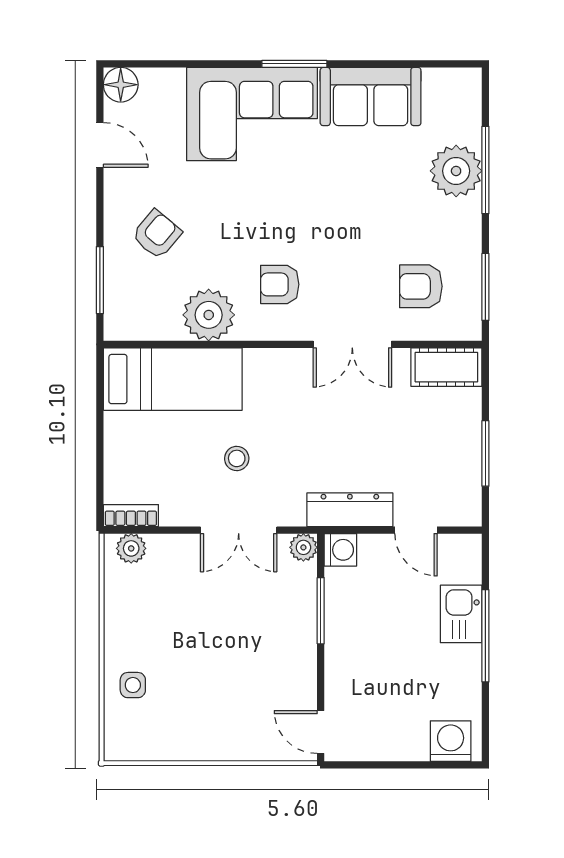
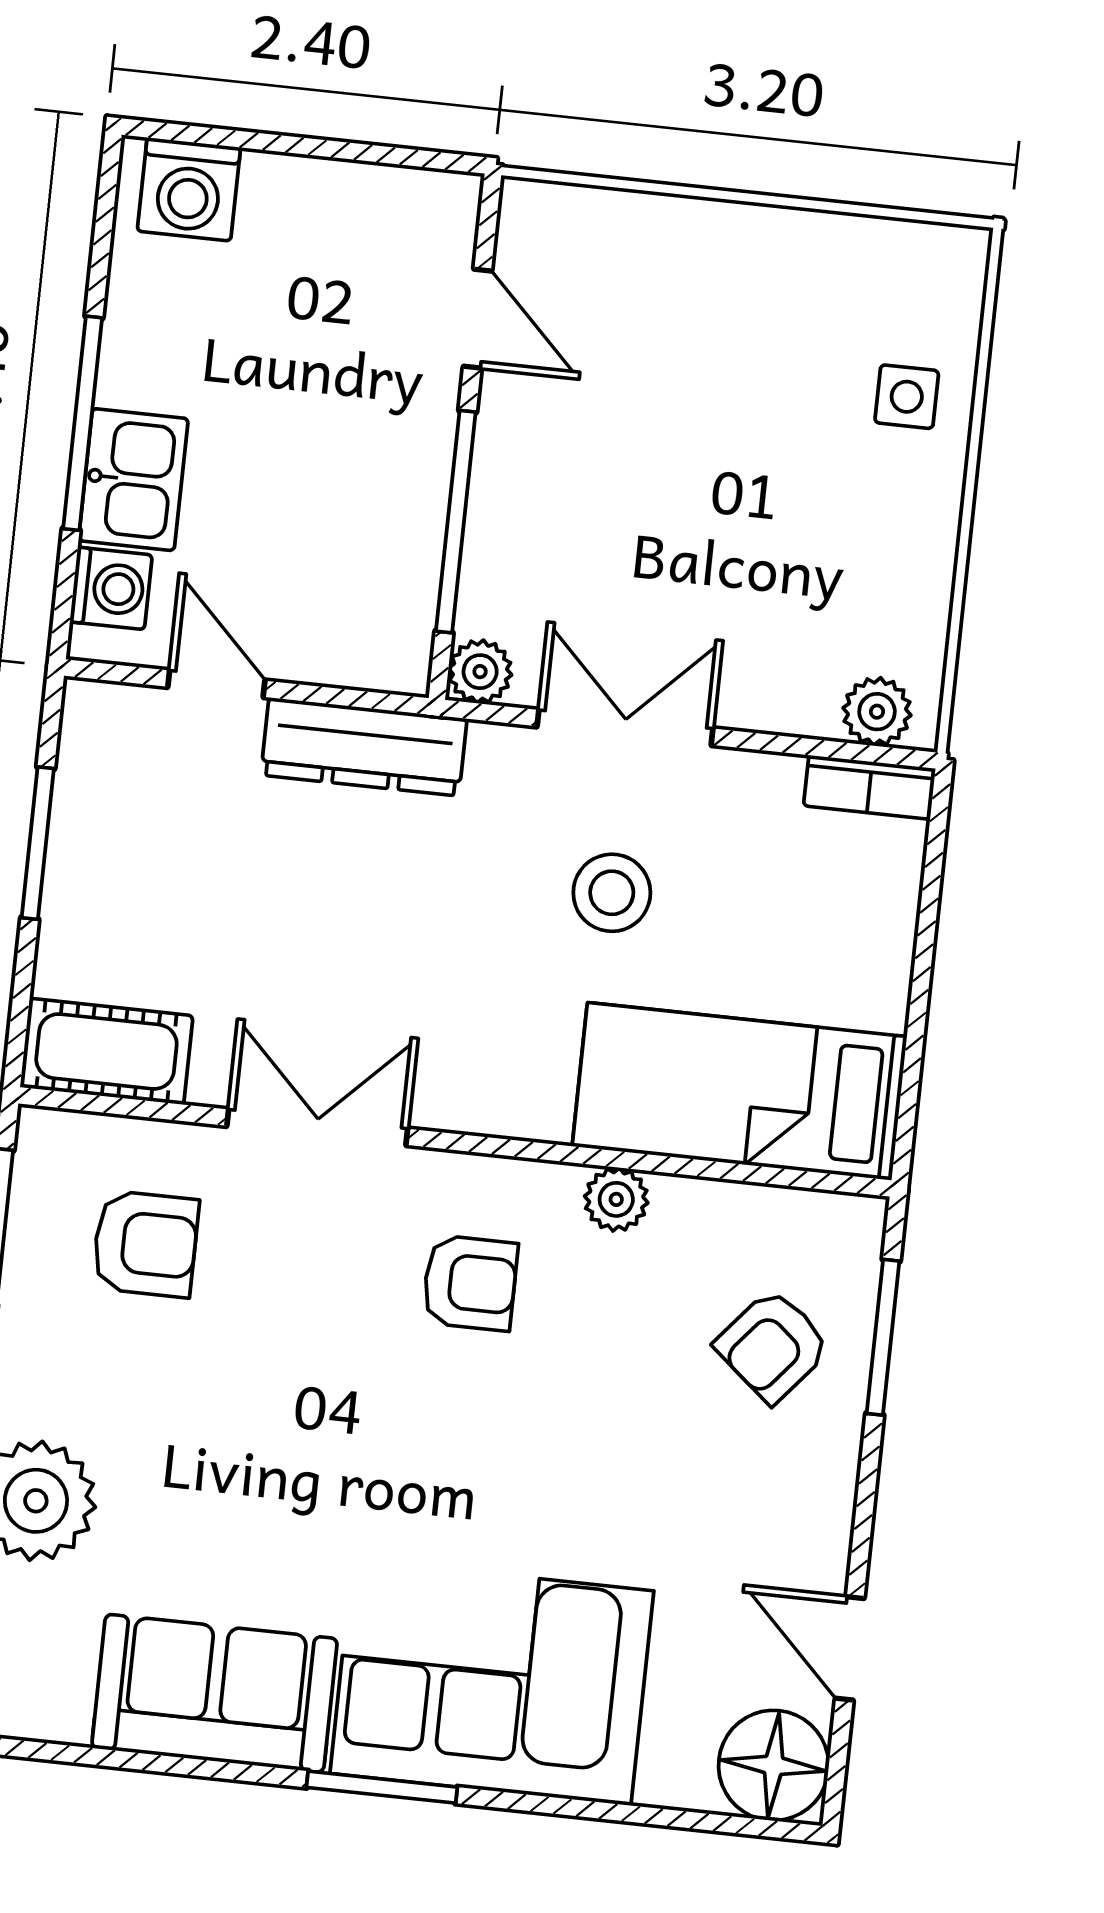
floor lamp: (121, 85) -> (774, 1765), width x1.38, depth x1.38
armchair: (157, 234) -> (773, 1346), moved
plant: (209, 315) -> (616, 1199), width x0.53, depth x0.53
stool: (237, 458) -> (612, 893), width x1.37, depth x1.37
washing machine: (340, 550) -> (111, 588), moved, turned 180
window: (321, 611) -> (456, 522), width x1.44
door: (321, 732) -> (478, 319), moved

